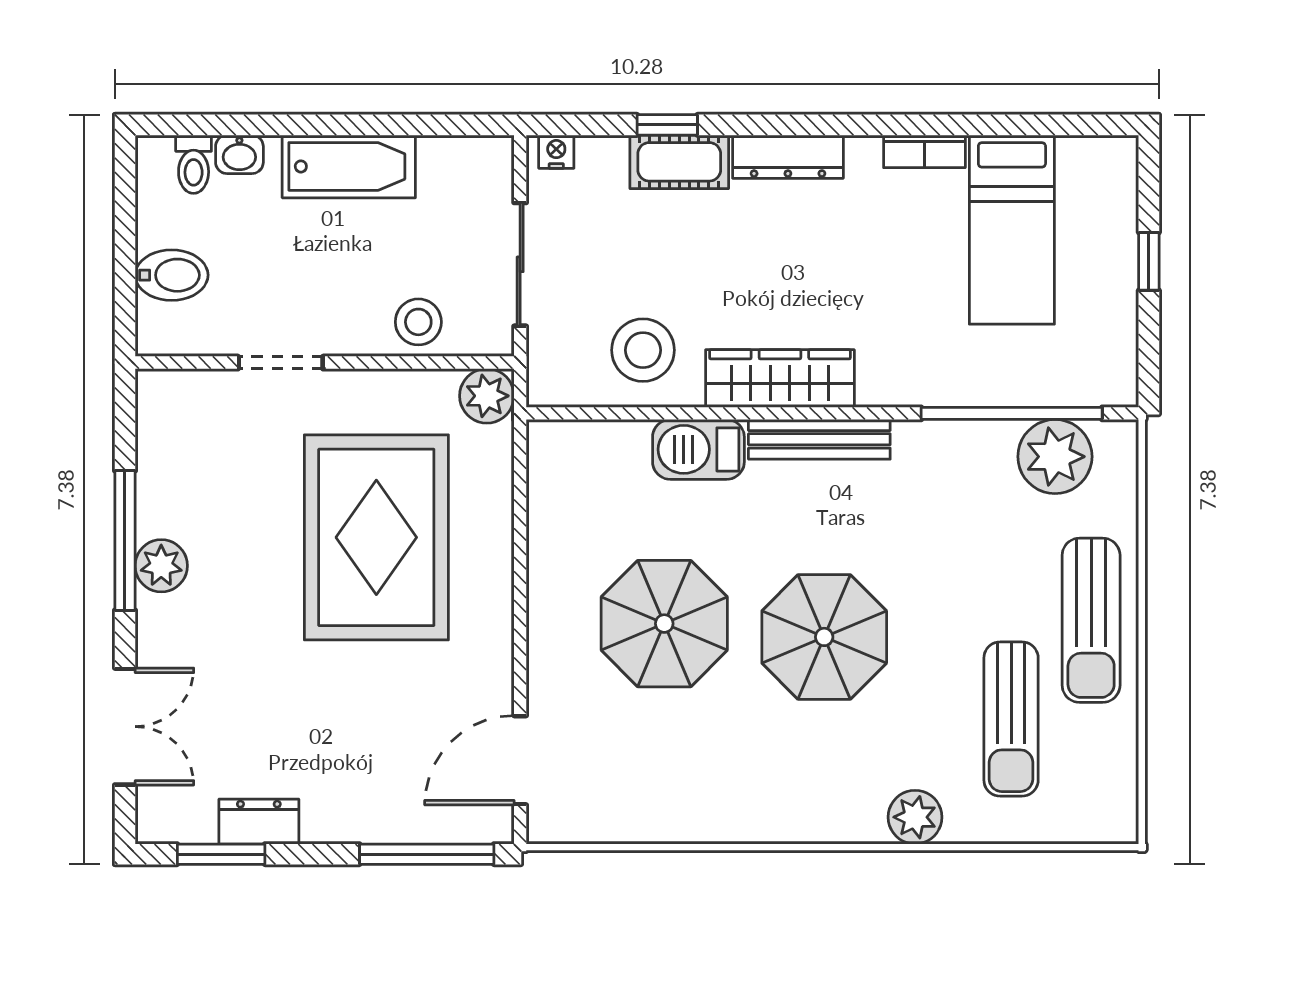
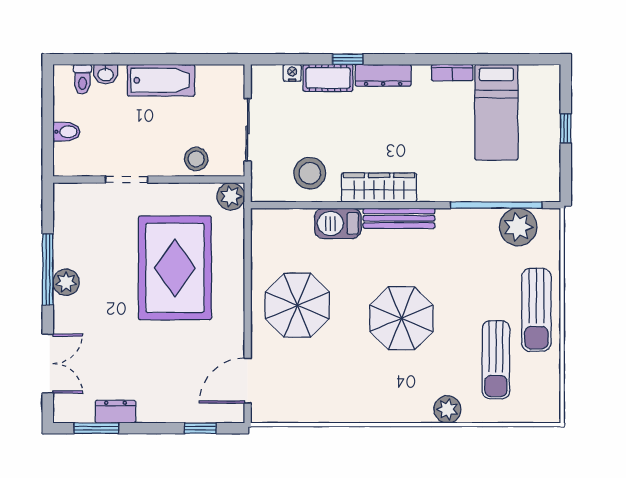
window: (667, 125) -> (348, 59), moved
nightstand: (556, 152) -> (292, 73), moved
bidet: (172, 275) -> (66, 132), width x0.72, depth x0.74
parasol: (664, 624) -> (297, 305), moved
window: (427, 854) -> (200, 428), width x0.46

